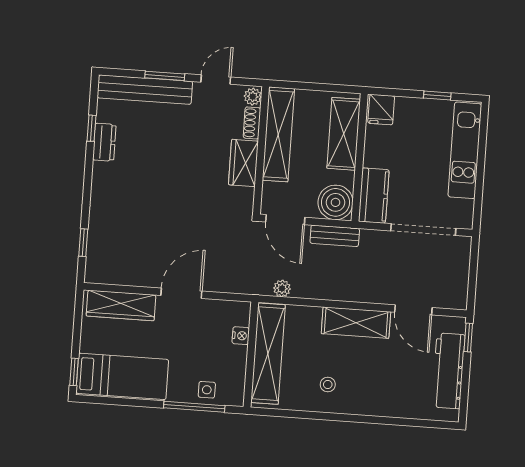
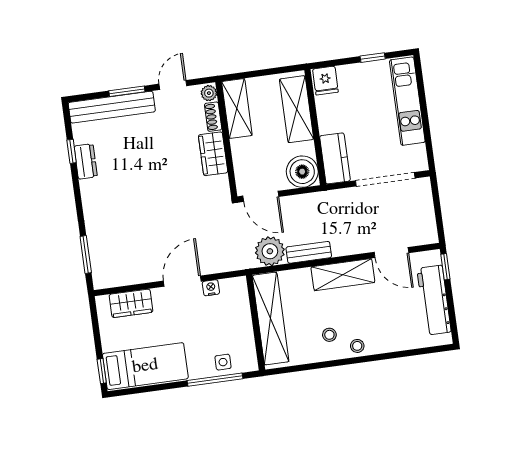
shelving: (278, 134) -> (237, 108), width x0.68
bench: (335, 236) -> (309, 252), moved
window: (83, 243) -> (86, 254), width x1.50
plant: (282, 288) -> (270, 251), width x1.87, depth x1.87
wardrobe: (121, 305) -> (131, 303), width x0.67
nightstand: (241, 336) -> (211, 288), moved, turned -90
stool: (355, 403) -> (357, 346), added

